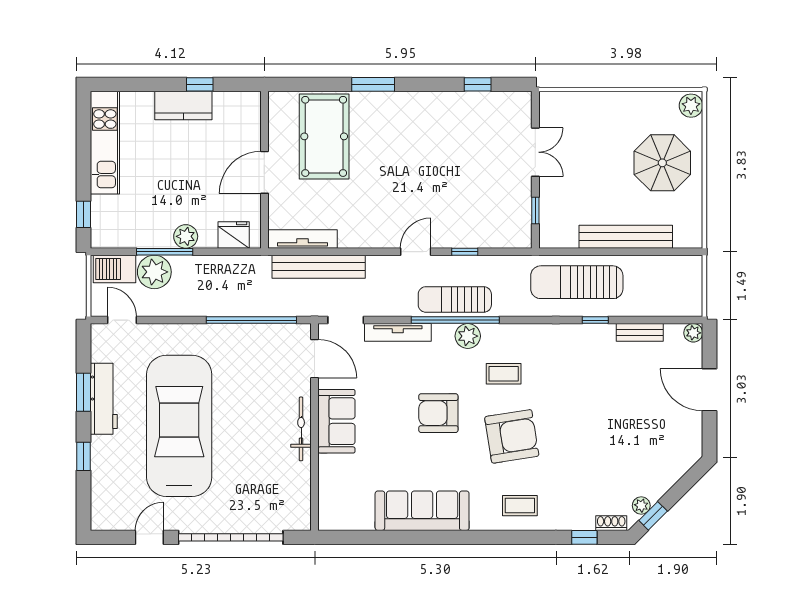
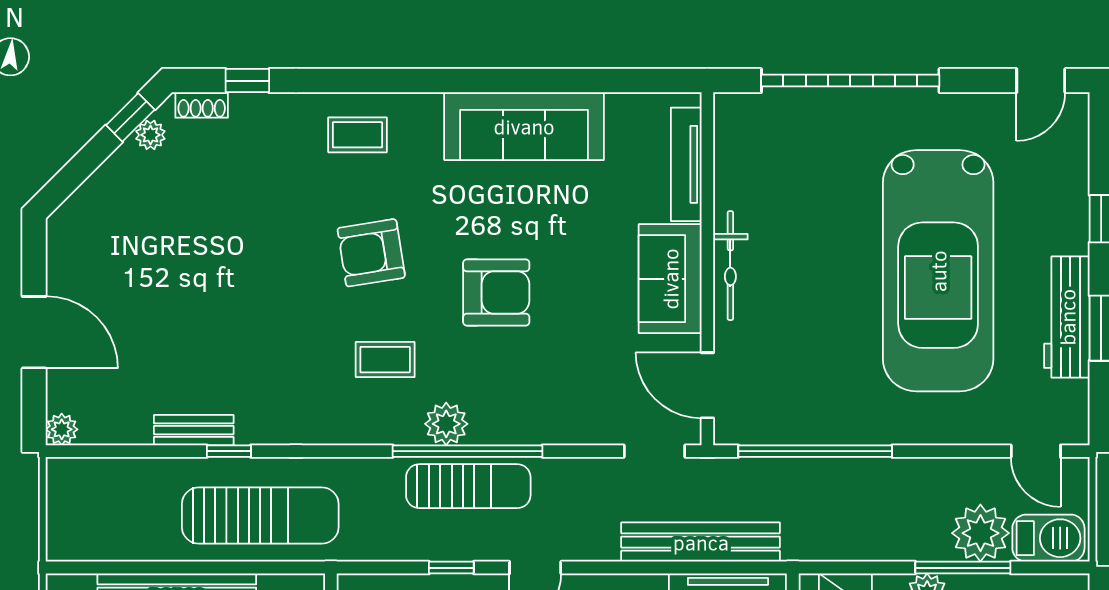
tv unit: (398, 332) -> (686, 164), moved, turned -90
bench: (640, 332) -> (194, 430), moved
armchair: (512, 436) -> (371, 253), width x0.73, depth x0.73
door: (149, 537) -> (1041, 81), moved

